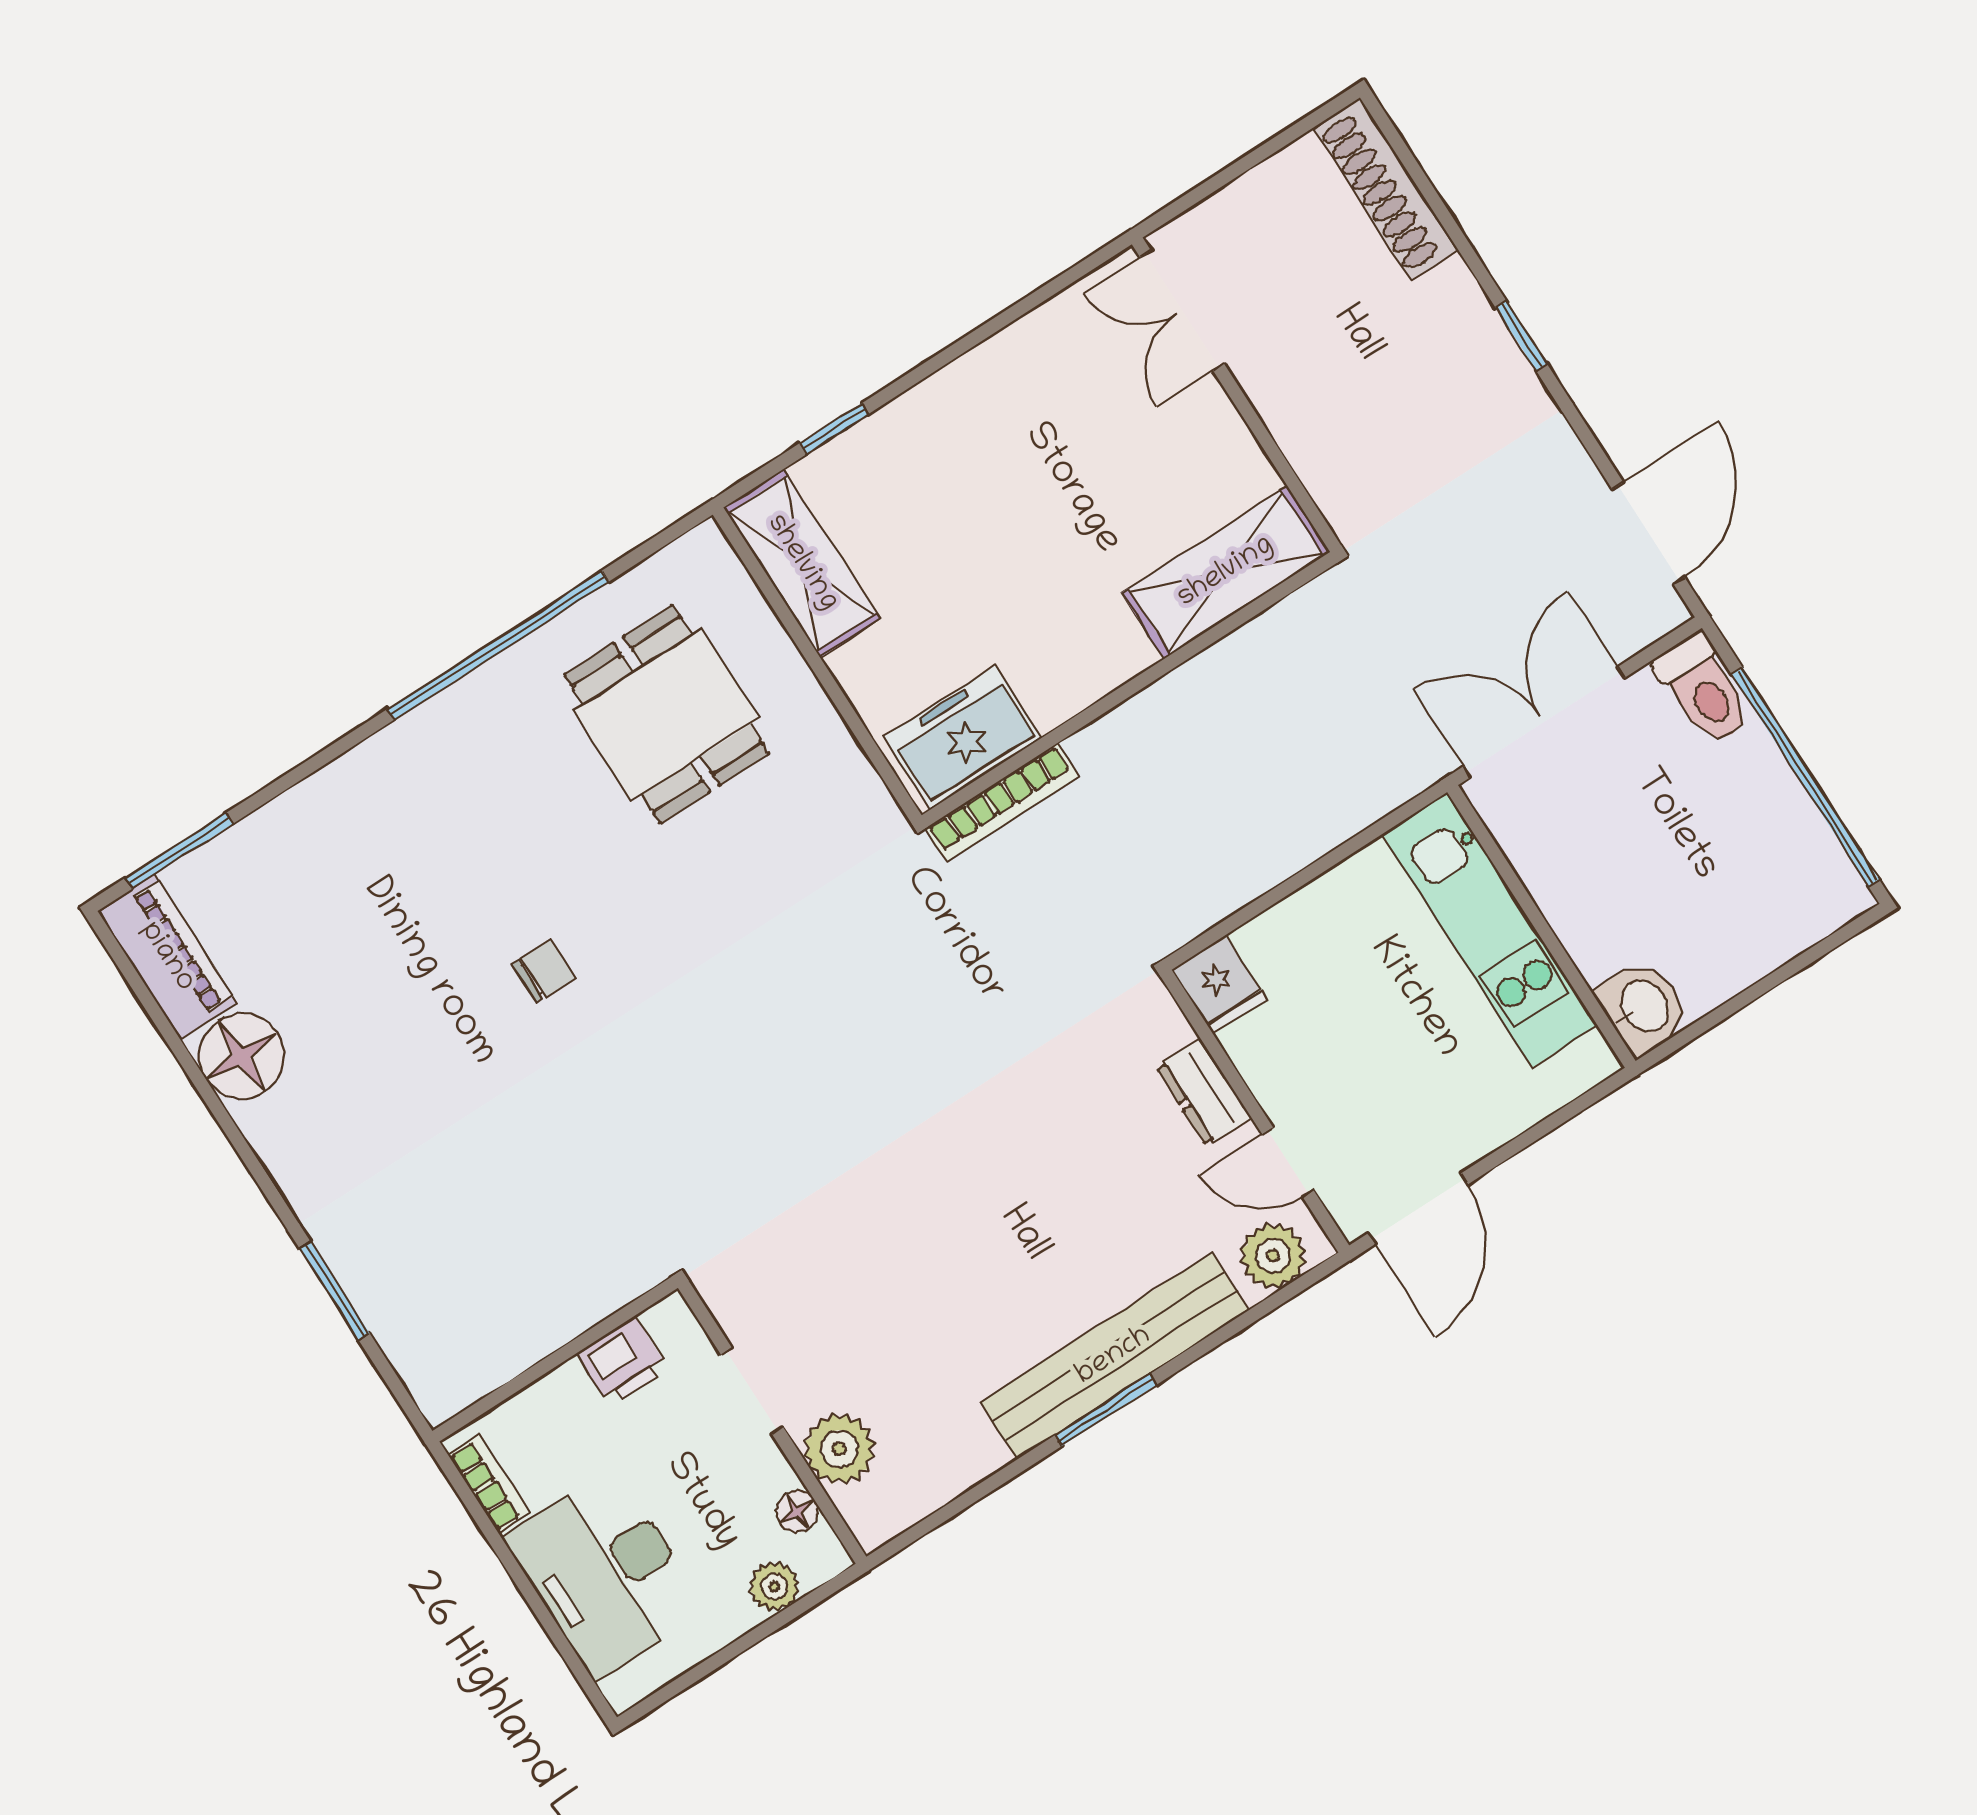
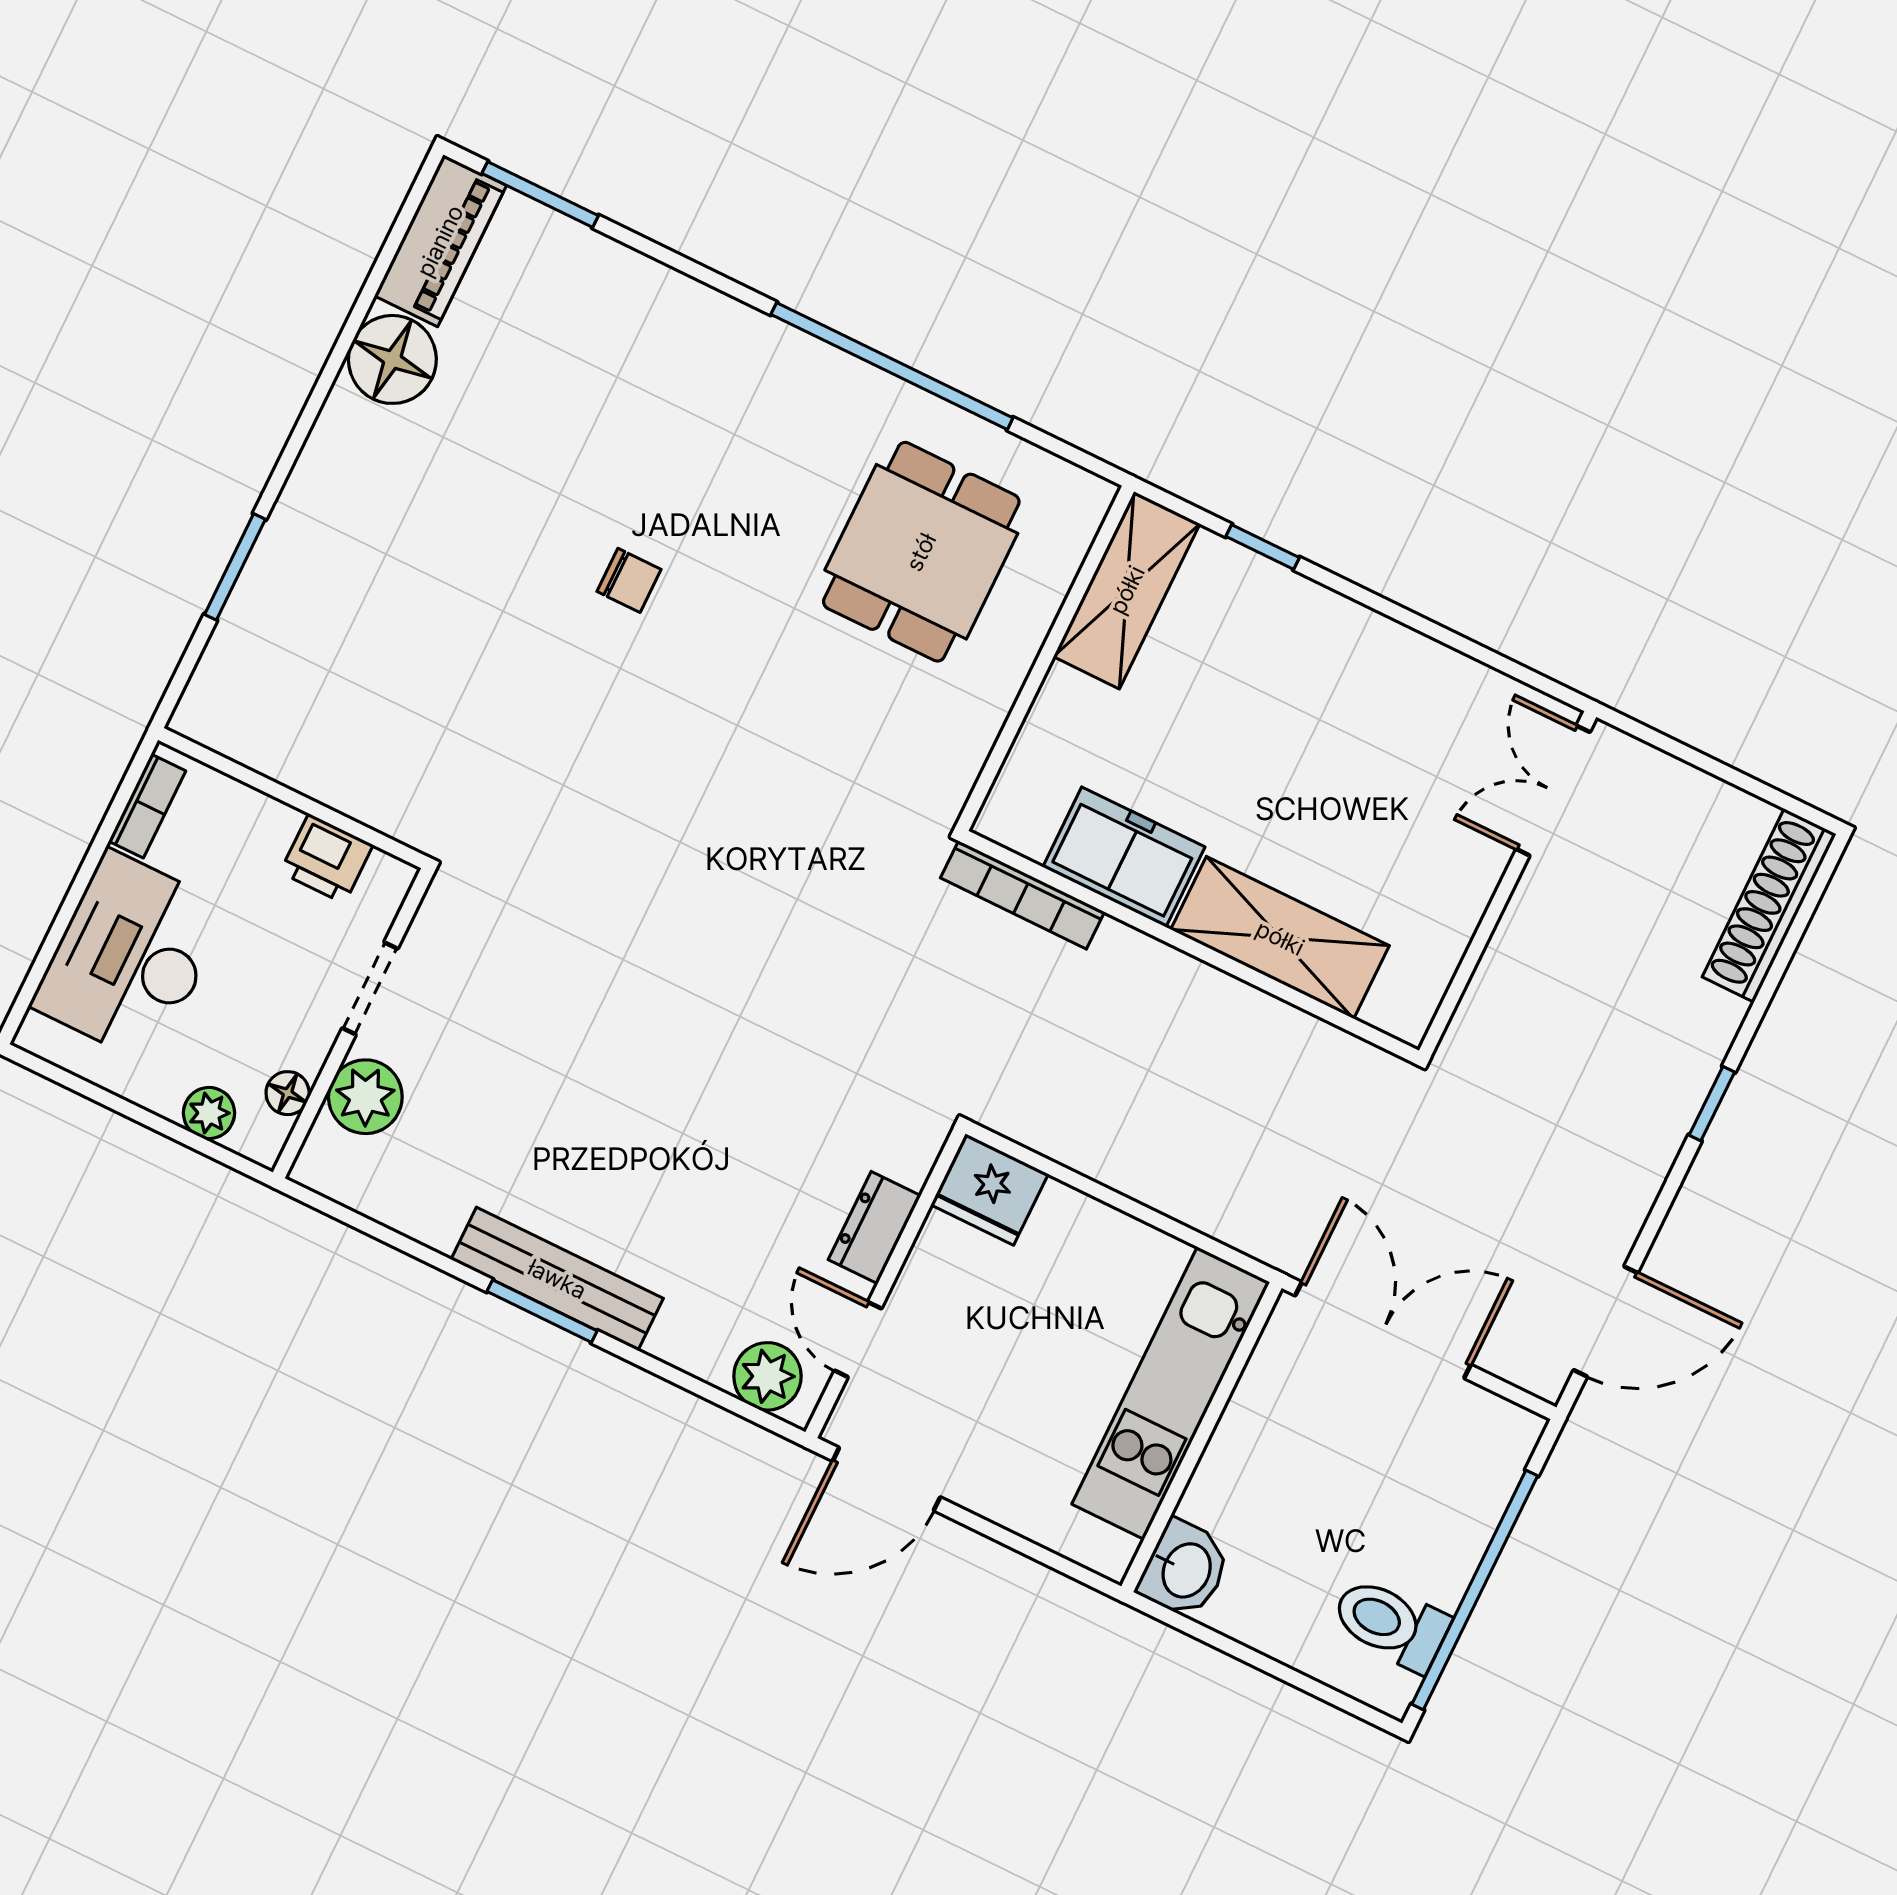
shelving: (1226, 572) -> (1280, 938), moved
toilet: (1704, 690) -> (1390, 1624), moved, turned 90
freezer: (963, 737) -> (1124, 857), moved
fridge: (1219, 985) -> (990, 1190), width x1.38
bench: (1114, 1356) -> (557, 1279), width x0.73, depth x0.82

